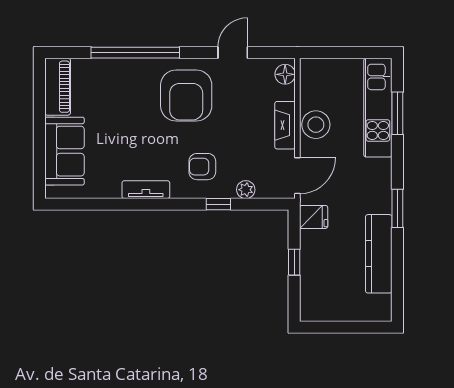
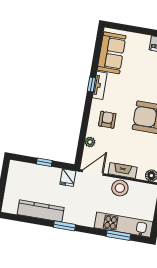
sofa: (64, 151) -> (112, 53), moved, turned -90
door: (297, 176) -> (93, 173), swing flipped
window: (218, 204) -> (91, 85), moved

